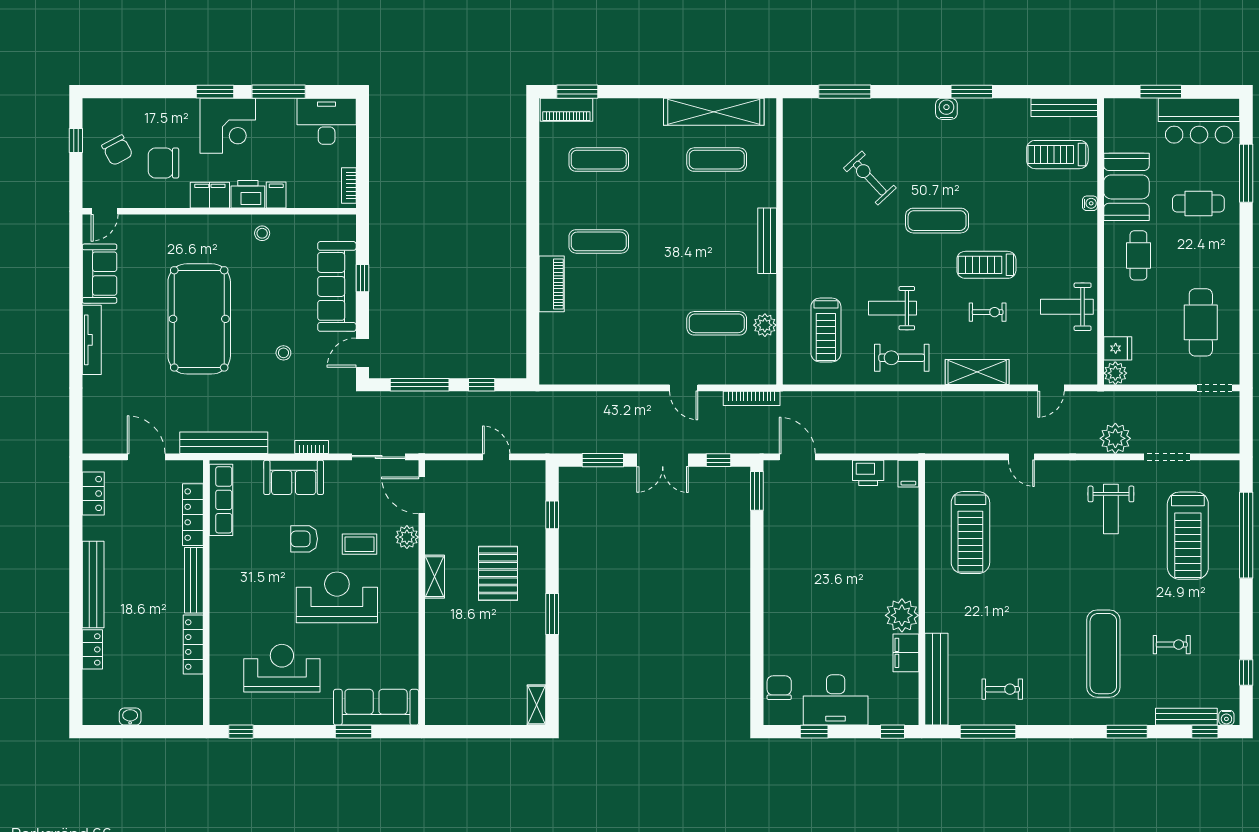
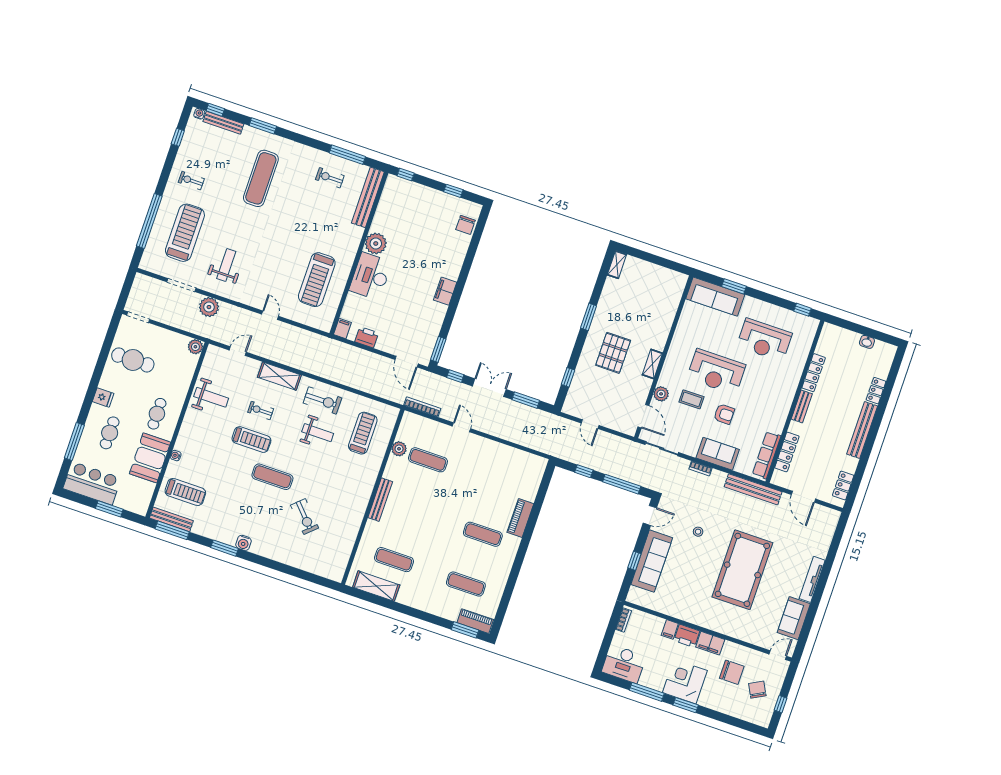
window: (845, 92) -> (172, 530), moved
shelving: (714, 112) -> (376, 586), width x0.68
cafe table: (1198, 204) -> (110, 433), turned 90
stool: (262, 233) -> (686, 609), removed
cafe table: (1201, 322) -> (133, 360), turned 90
fridge: (1118, 348) -> (103, 397), moved, turned 180
treadmill: (970, 533) -> (317, 280), turned 180
bench: (194, 580) -> (802, 406), width x0.73
exercise bike: (1172, 645) -> (191, 181), moved
filing cabinet: (906, 653) -> (445, 291), moved, turned 180
desk: (836, 700) -> (370, 276), moved, turned -90

